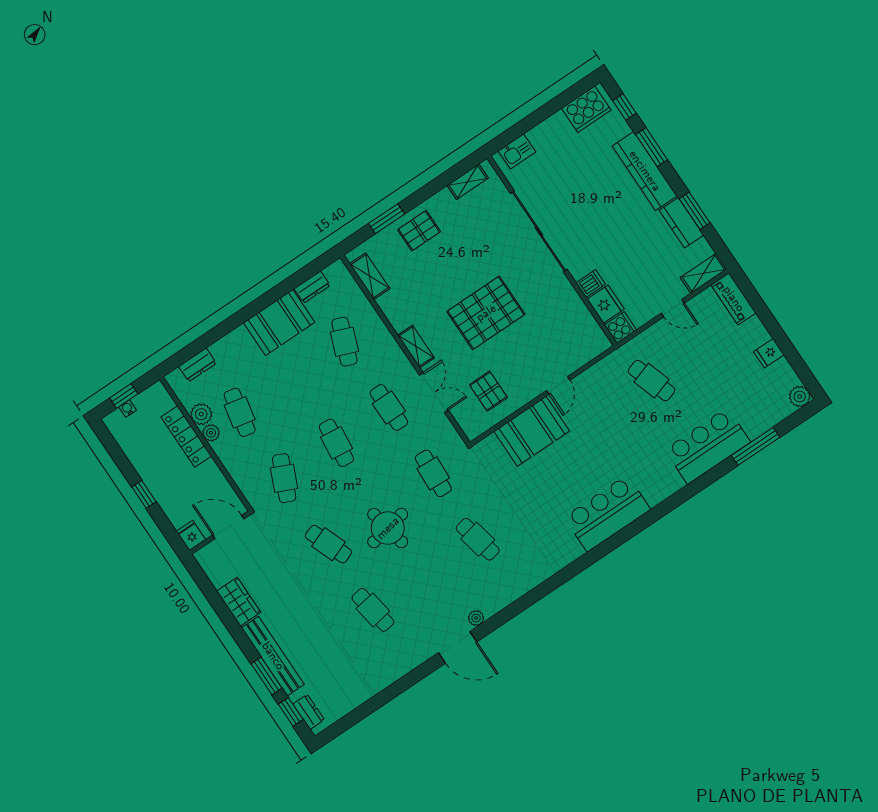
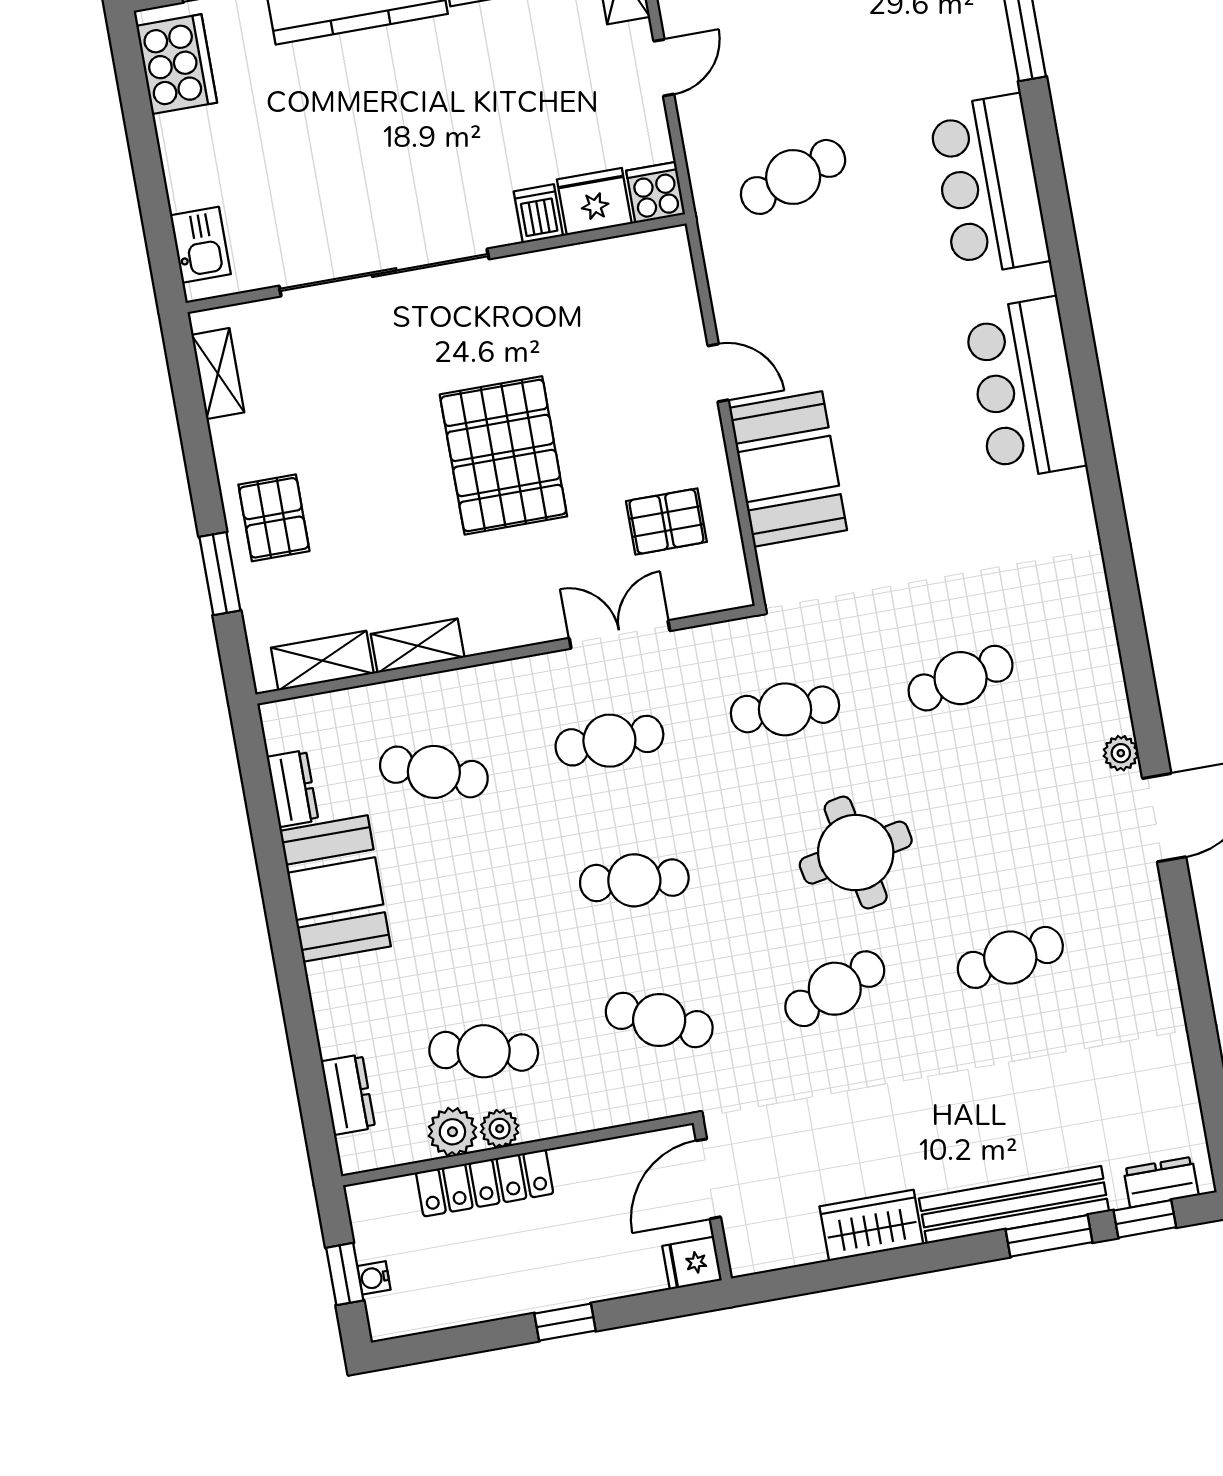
shelving: (416, 346) -> (418, 646), moved
bar counter: (708, 446) -> (989, 185), moved

